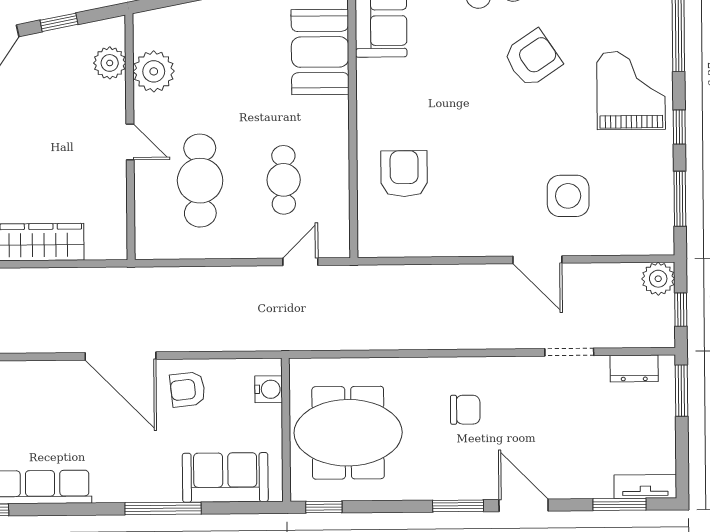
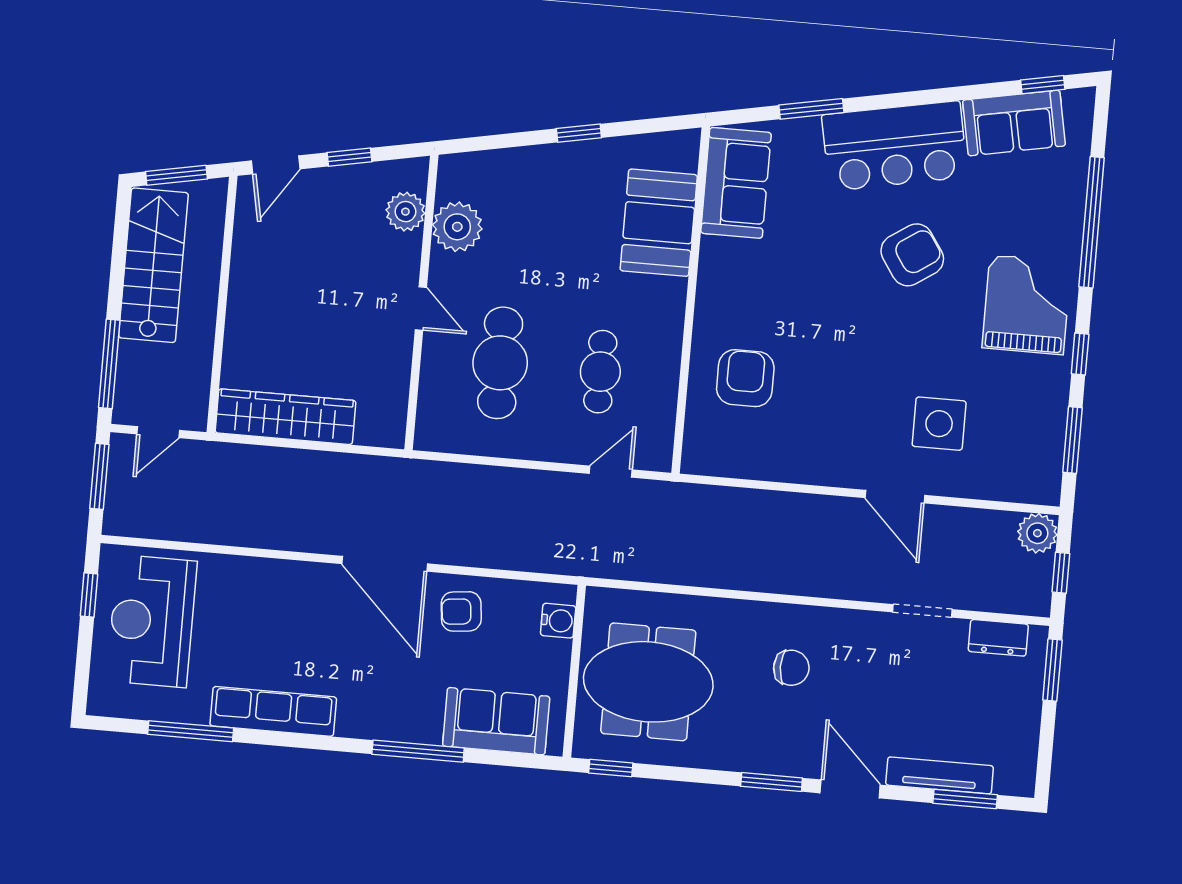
tv unit: (645, 486) -> (940, 775), moved, width x1.41

